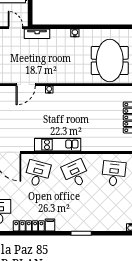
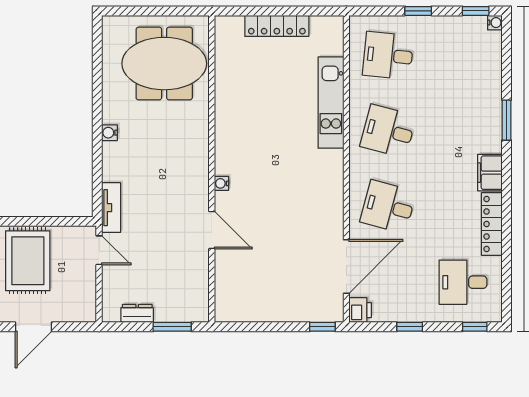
door: (15, 28) -> (99, 250), swing flipped
kitchen unit: (58, 145) -> (331, 103), moved
desk: (76, 174) -> (388, 131), turned 39
filing cabinet: (50, 225) -> (490, 173), width x2.00

